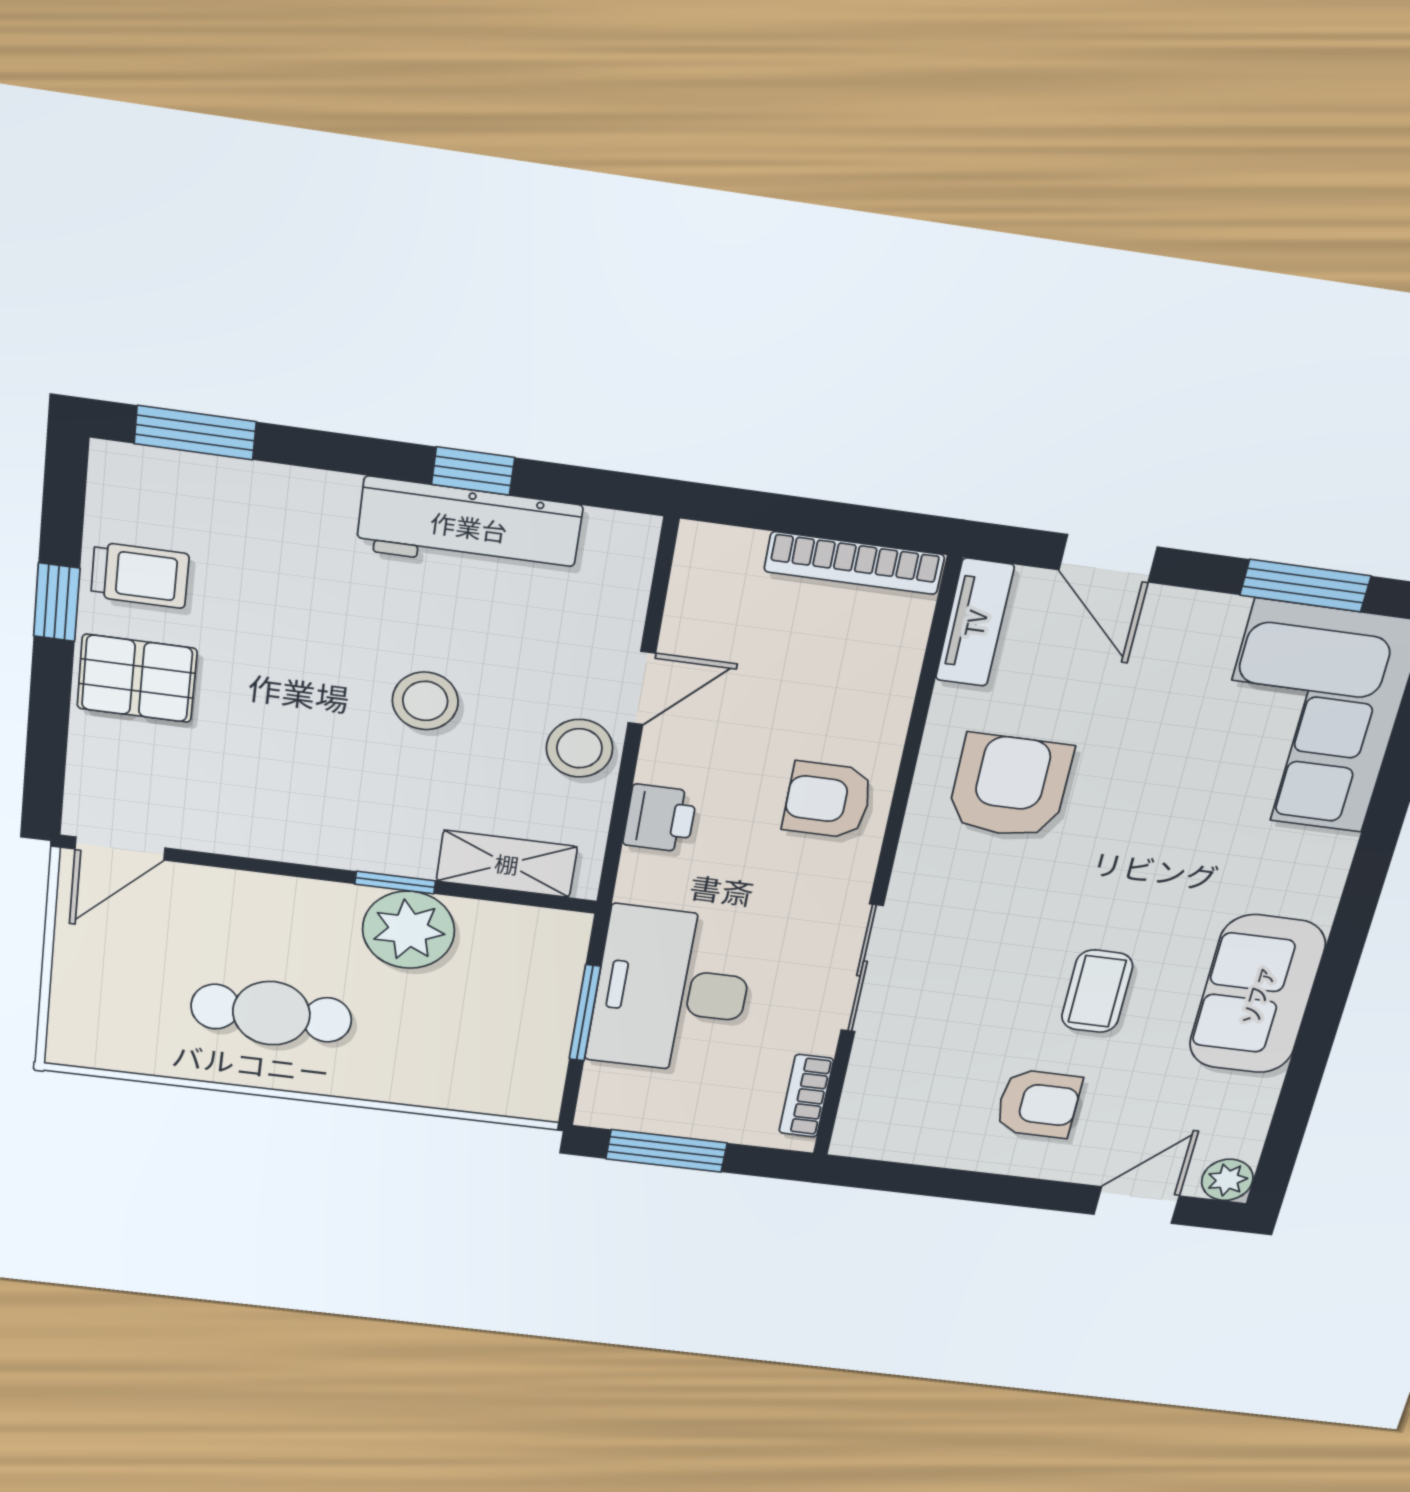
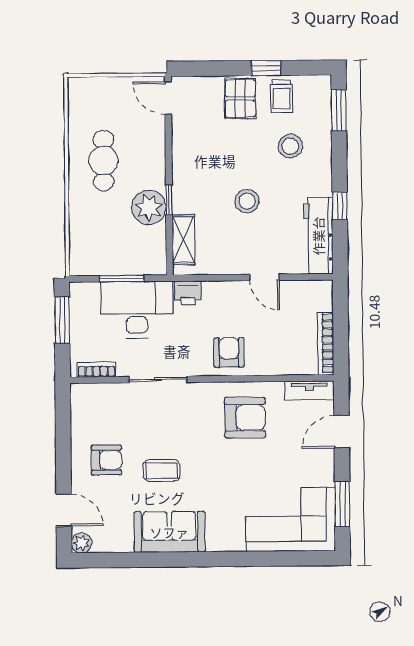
workbench: (469, 527) -> (318, 236), moved
stool: (579, 748) -> (290, 146), moved
printer: (660, 818) -> (188, 293), moved
armchair: (1038, 1104) -> (106, 460), turned -90

